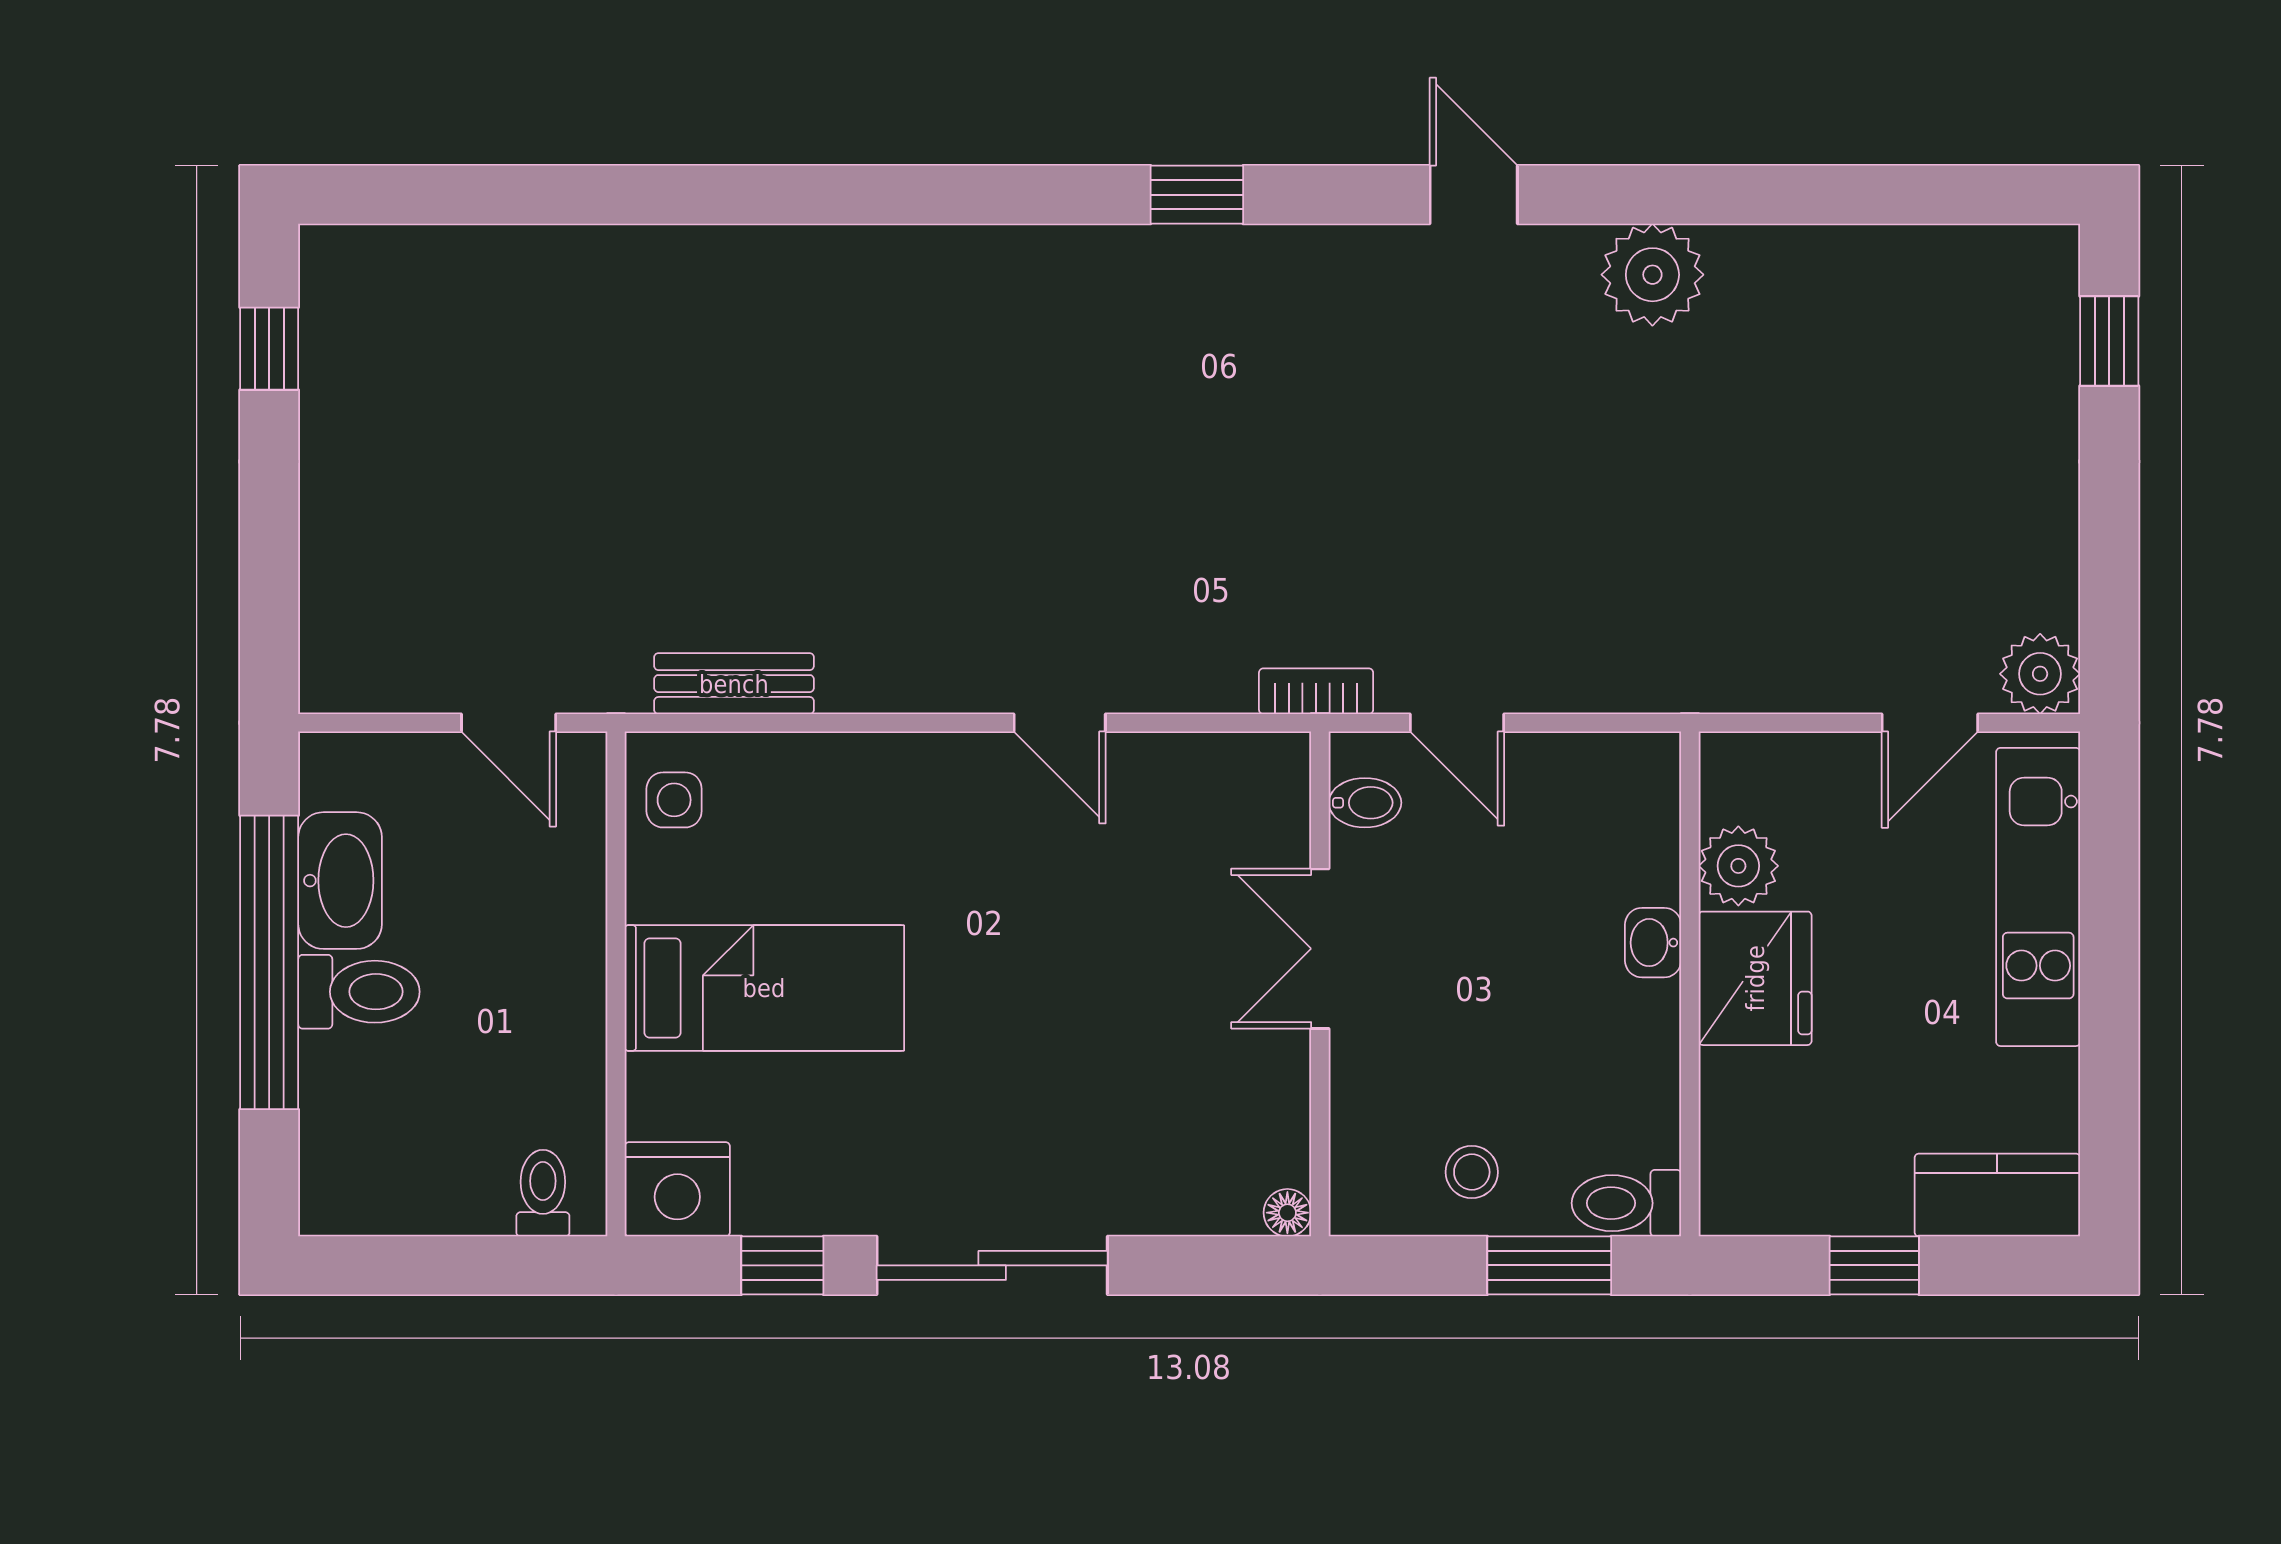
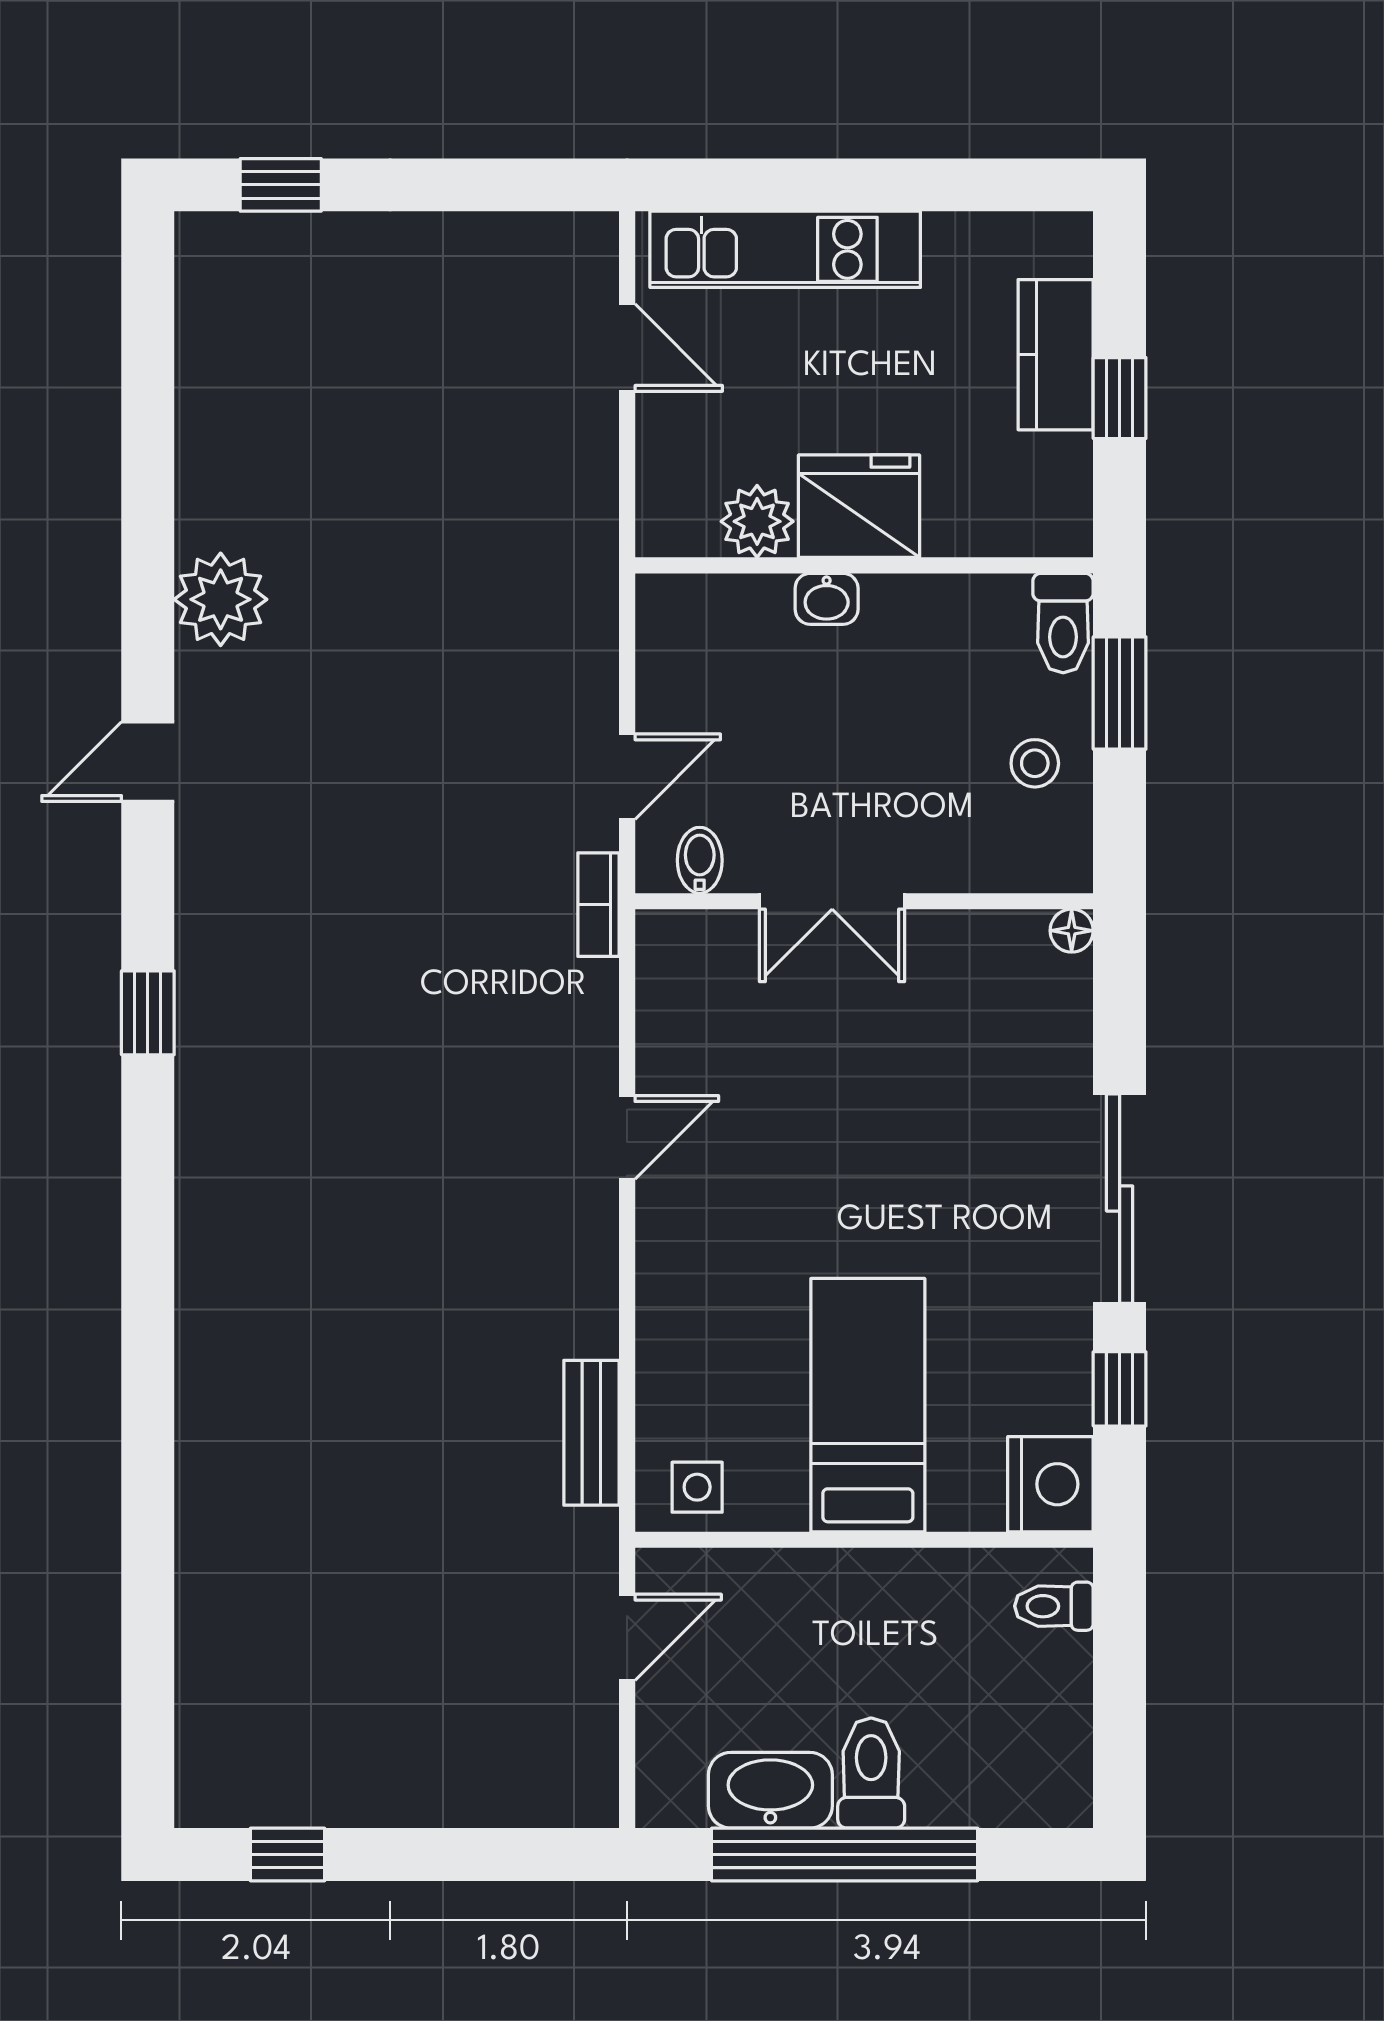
plant: (2040, 674) -> (583, 248), removed
kitchen counter: (1997, 1195) -> (1056, 355), moved

